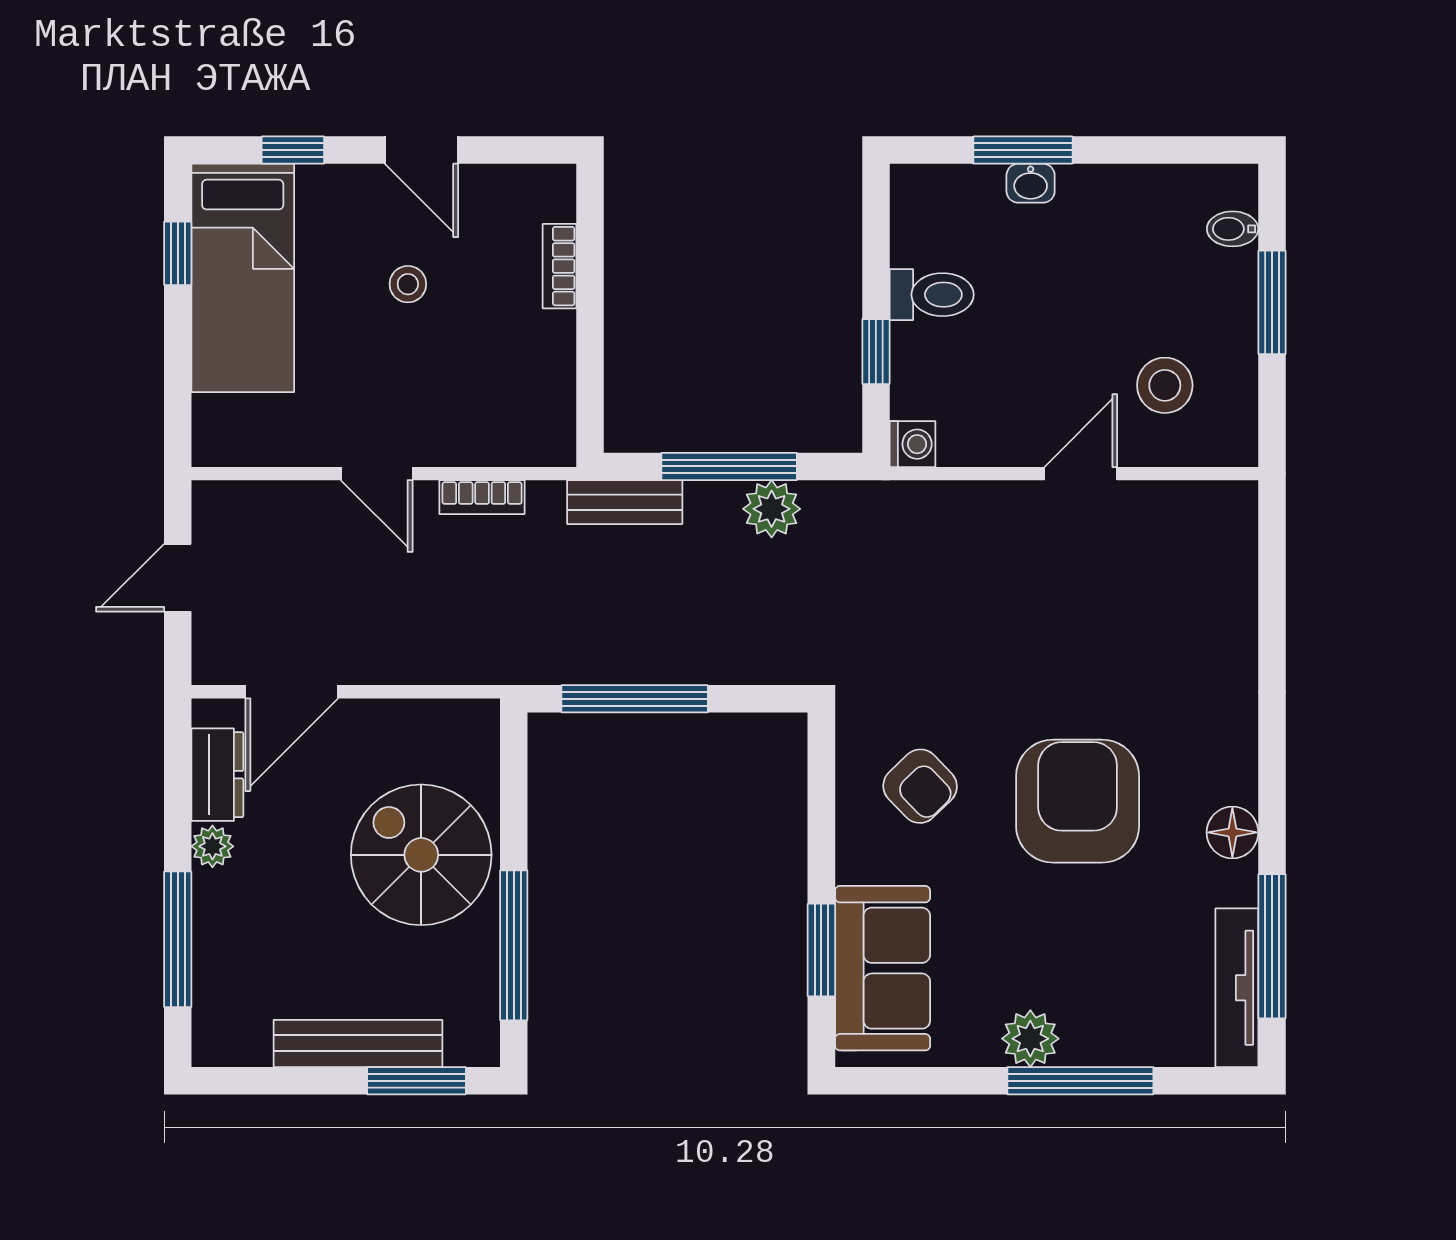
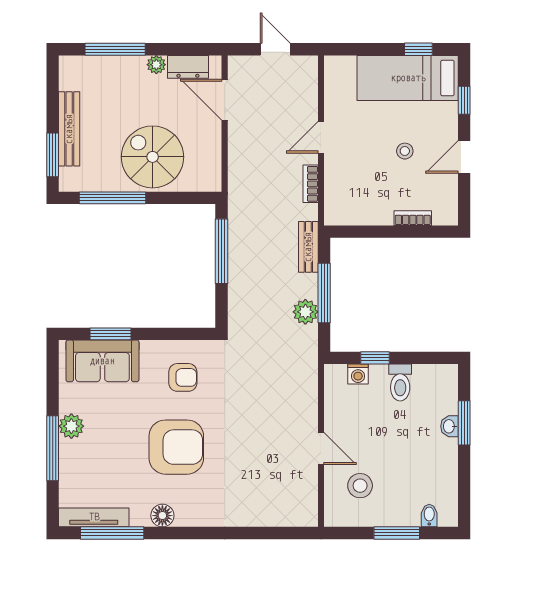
washing machine: (912, 444) -> (358, 374), moved
armchair: (920, 786) -> (183, 377), turned -136
spiral stairs: (421, 855) -> (153, 157), turned -90

